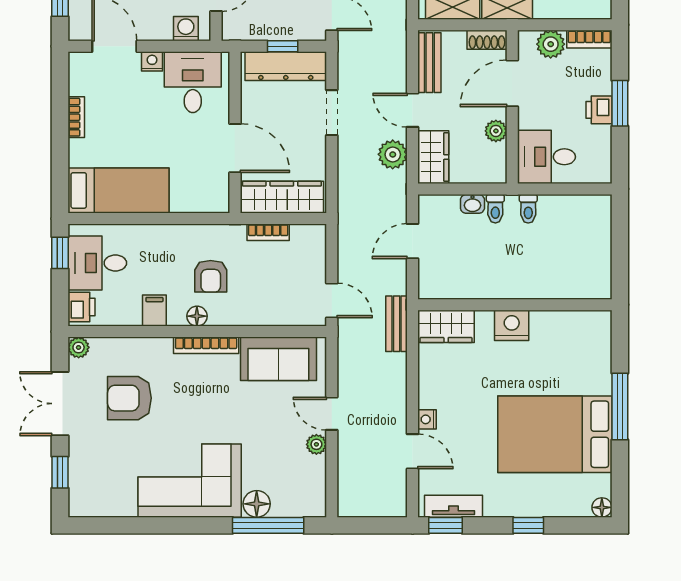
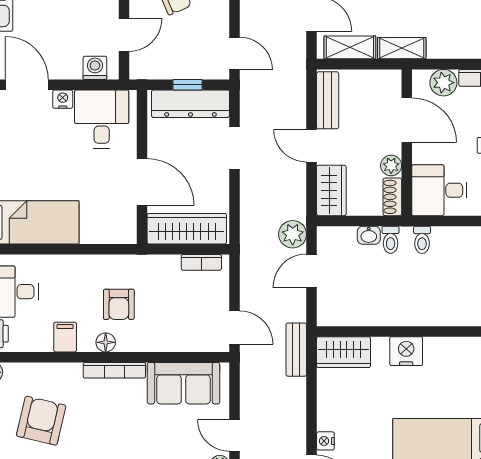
shoe rack: (487, 40) -> (392, 197), moved, turned 90
door: (512, 83) -> (407, 120), swing flipped
plant: (393, 154) -> (293, 234), moved
bookcase: (268, 232) -> (201, 262), moved
armchair: (129, 398) -> (41, 421), turned 103

